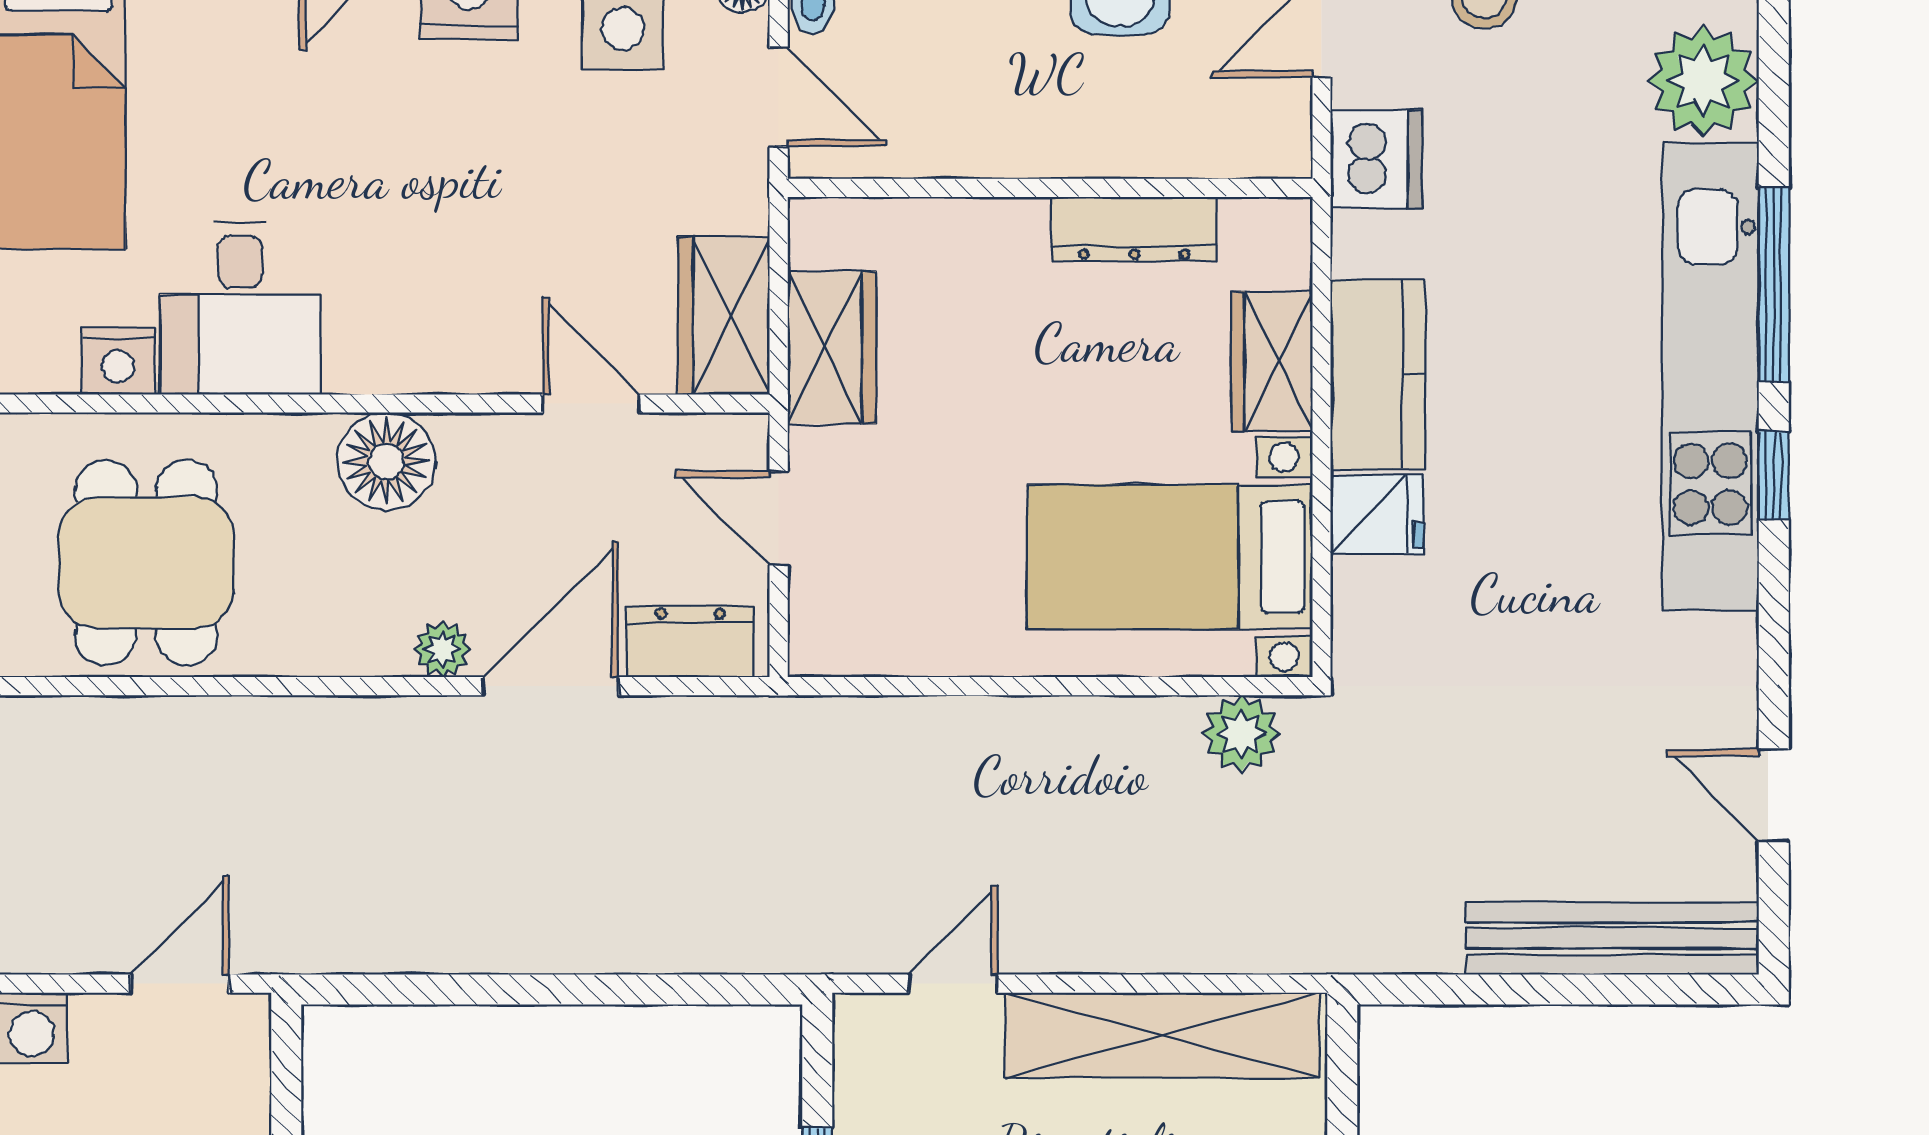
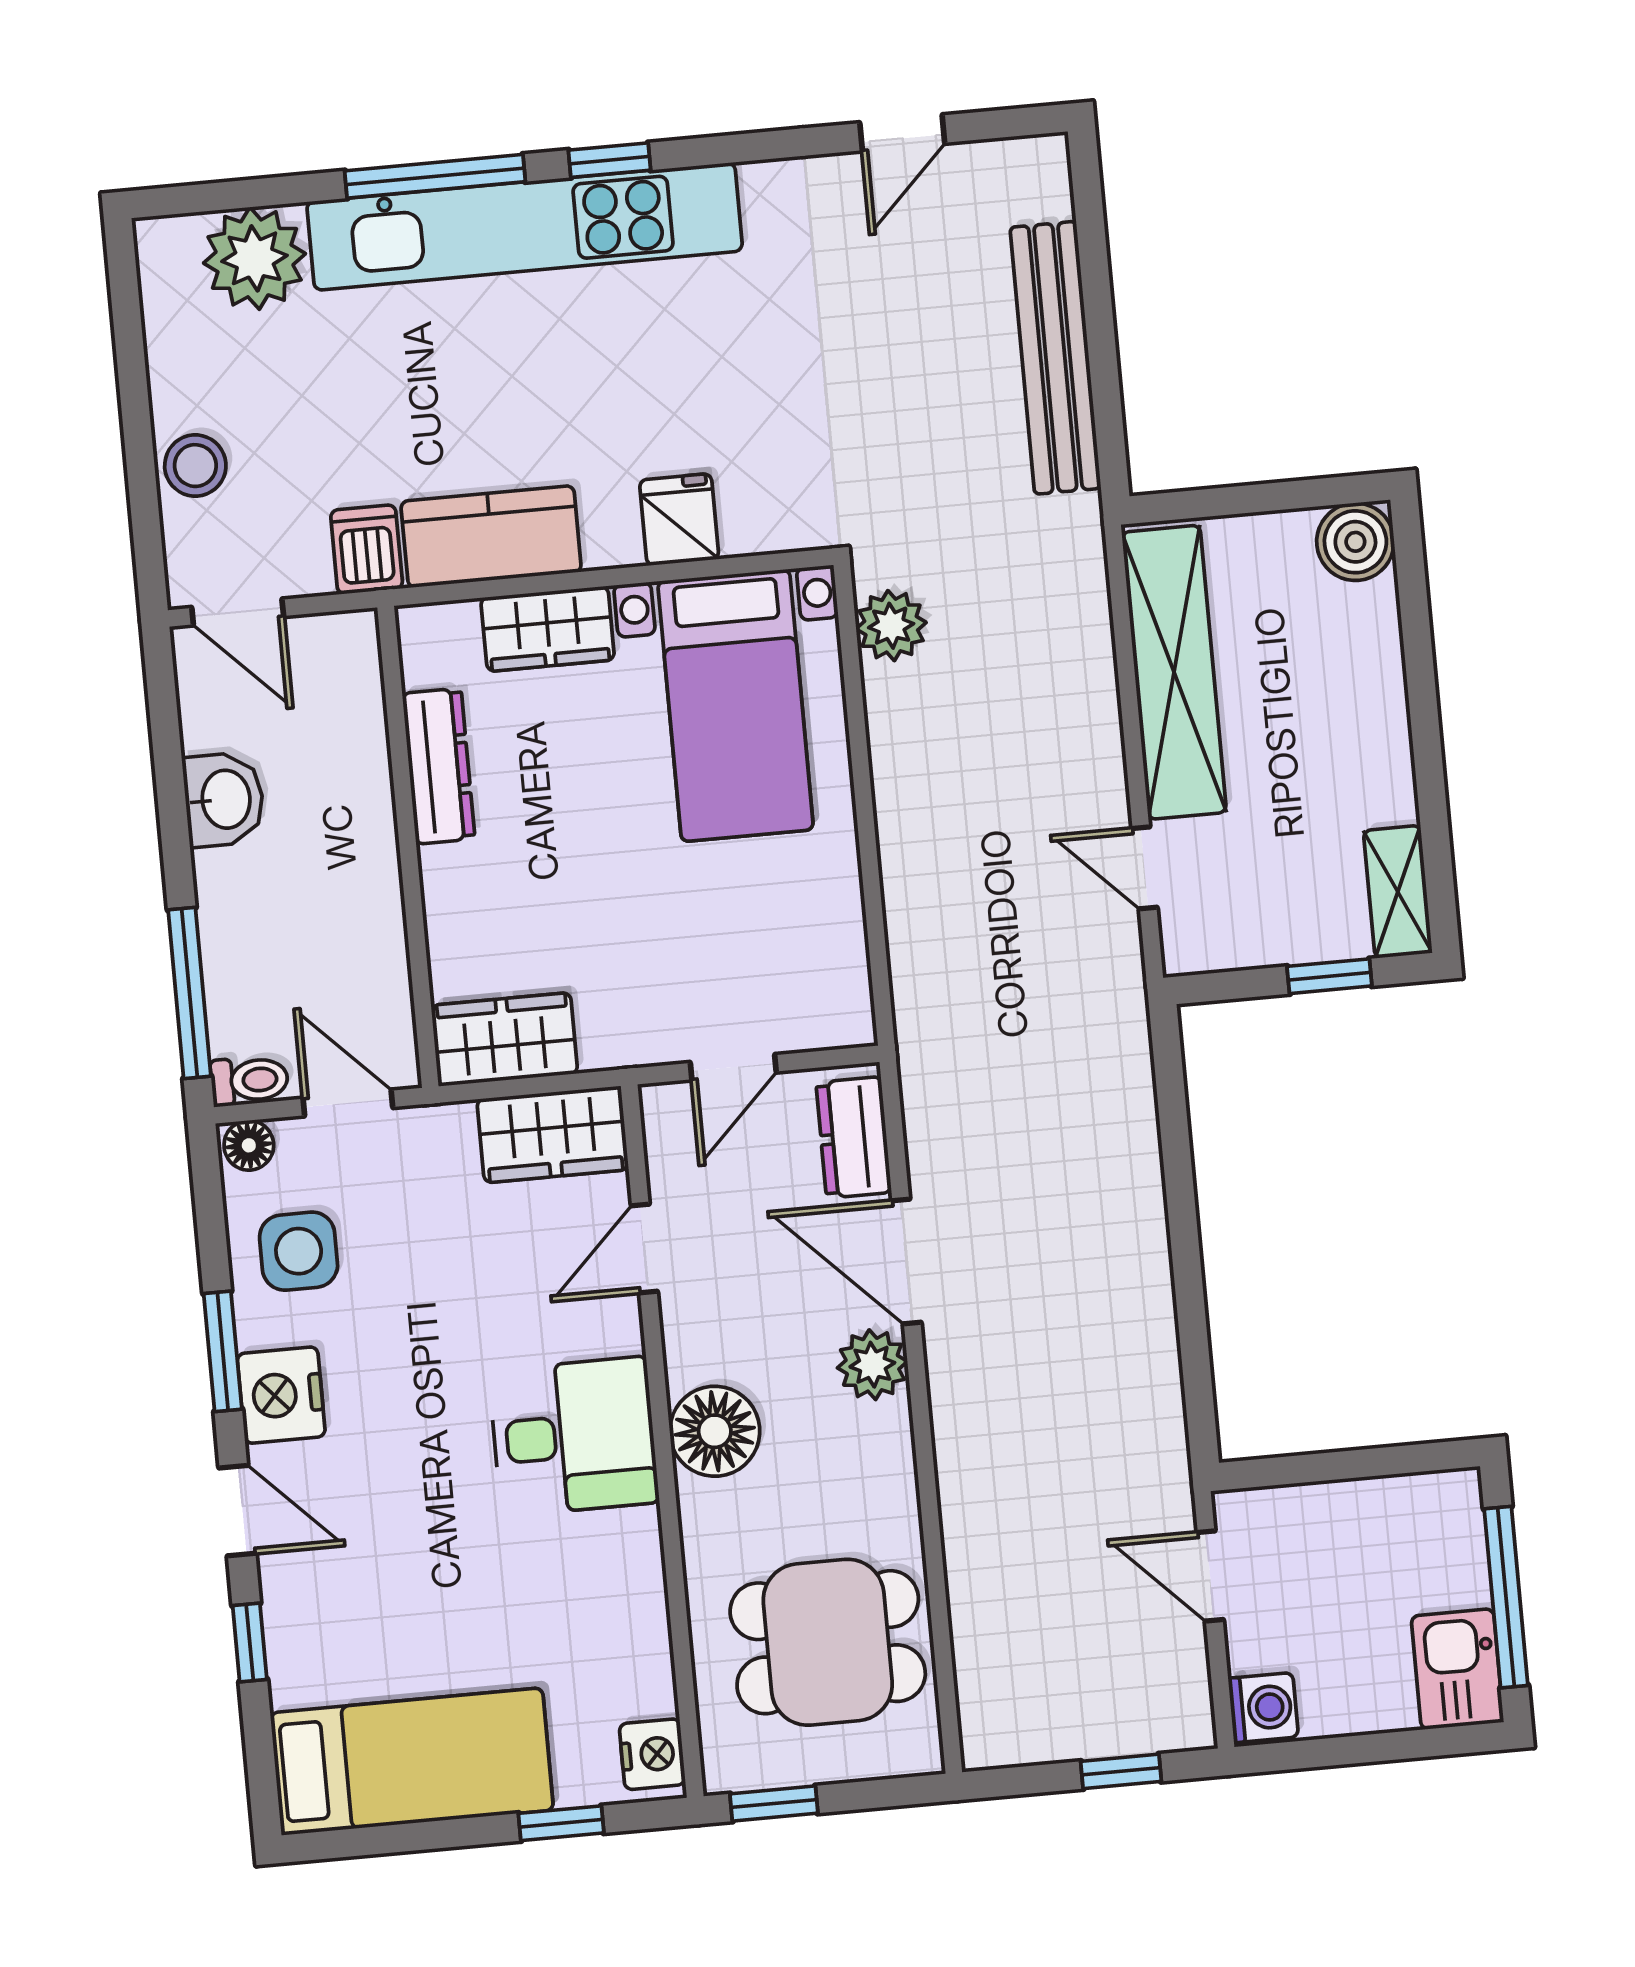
door: (779, 97) -> (348, 1103), hinge flipped
dishwasher: (1376, 159) -> (367, 549), width x0.73
desk: (240, 308) -> (574, 1436), moved
wardrobe: (832, 347) -> (504, 1039), moved
nightstand: (118, 361) -> (652, 1754), moved
kitchen counter: (1378, 375) -> (491, 537), moved
plant: (442, 649) -> (872, 1365), width x1.38, depth x1.38
bench: (1612, 938) -> (1055, 358), moved

